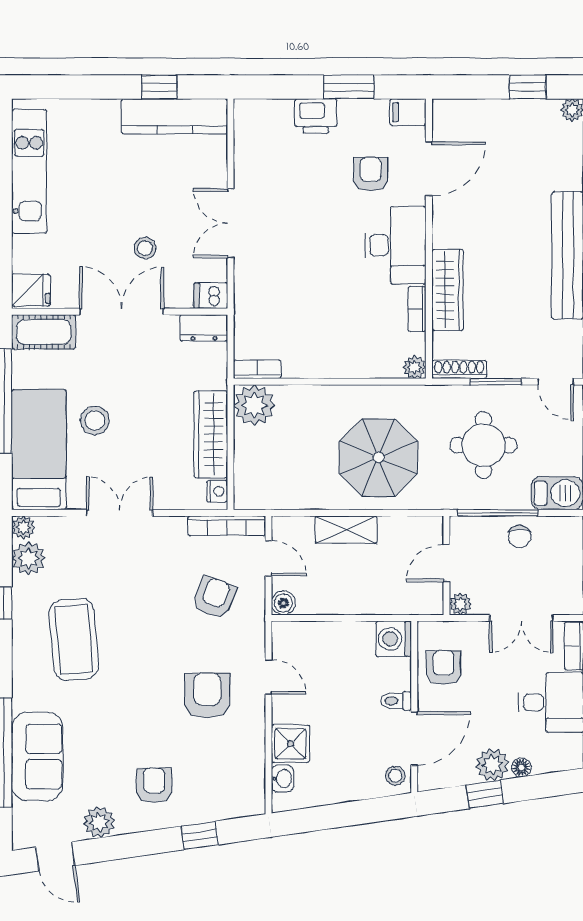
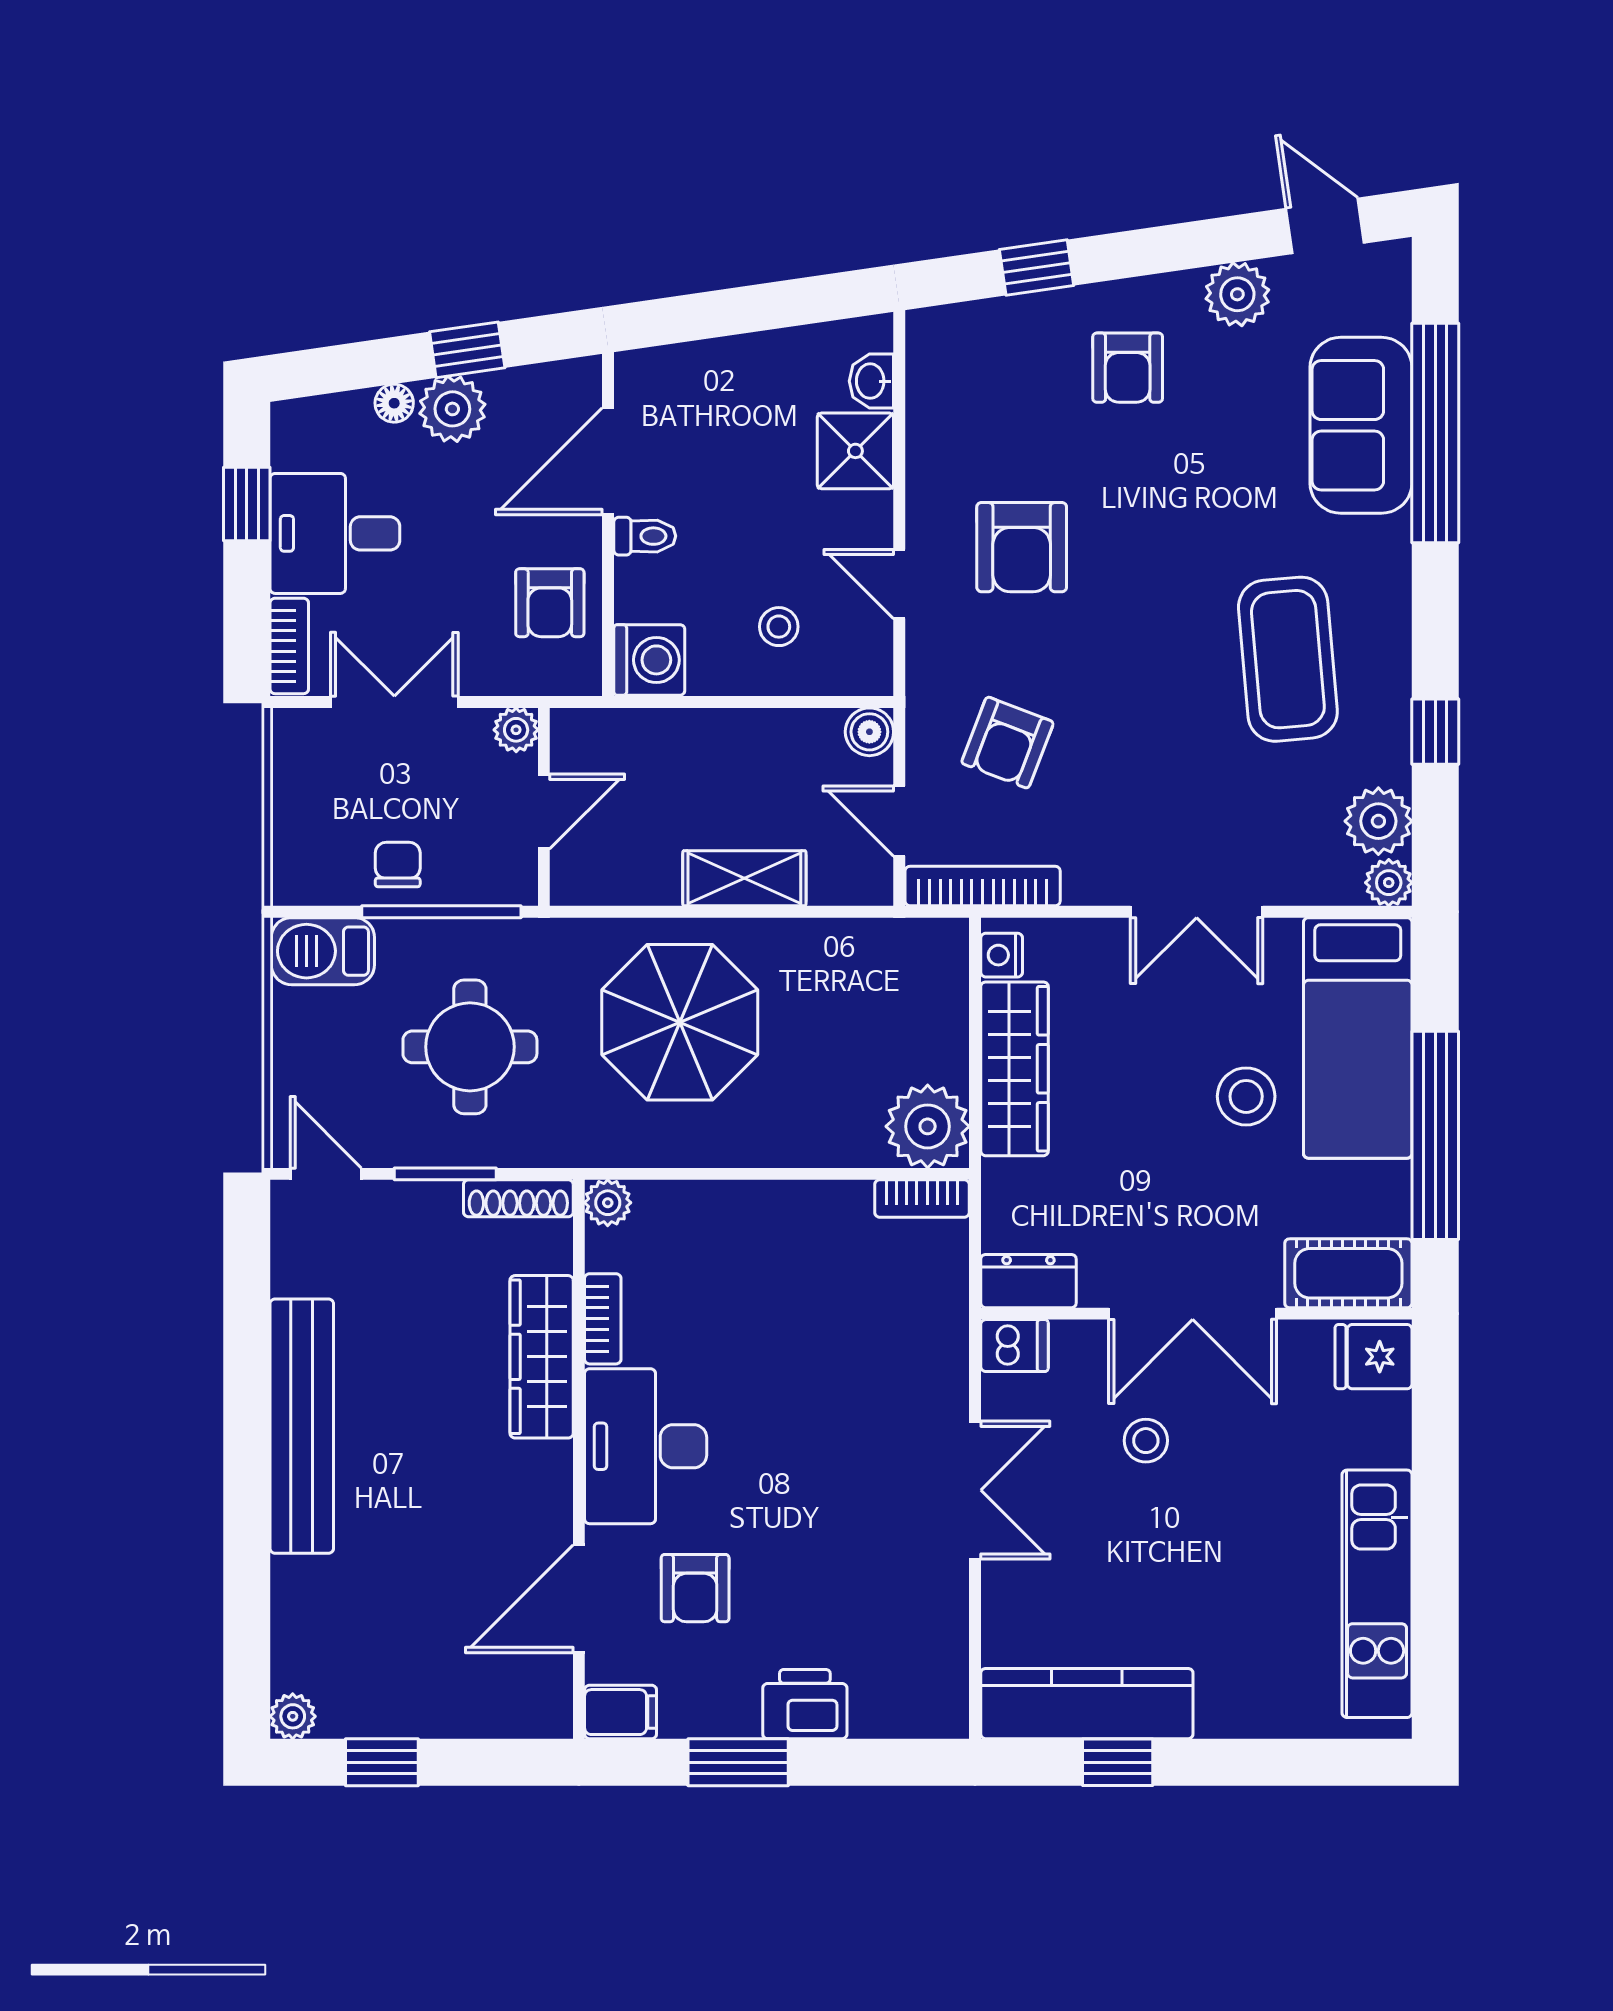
stool: (395, 776) -> (779, 627), moved

